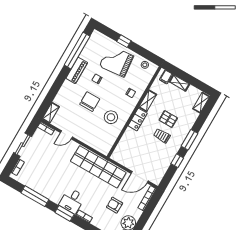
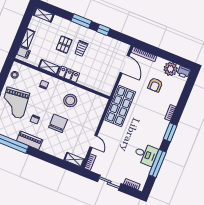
chair: (90, 102) -> (58, 123), turned 90
shop shelf: (98, 167) -> (120, 106), width x0.71
desk: (72, 201) -> (146, 154), moved

